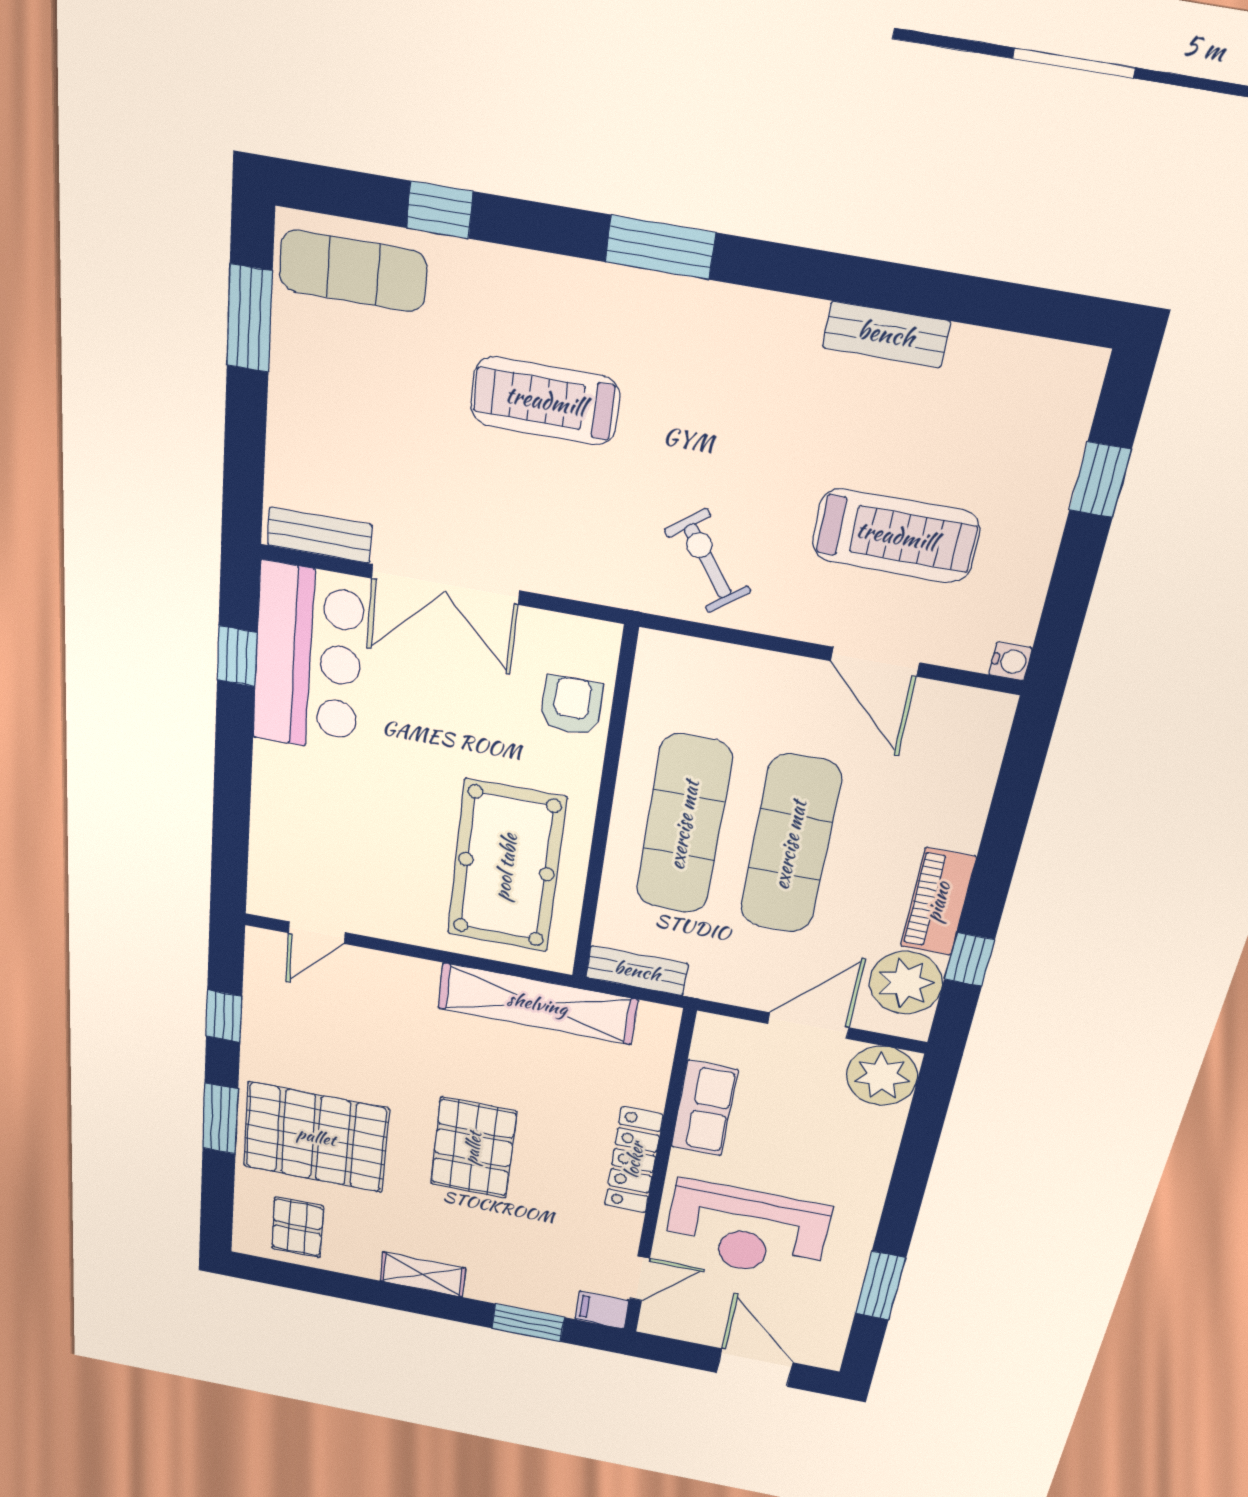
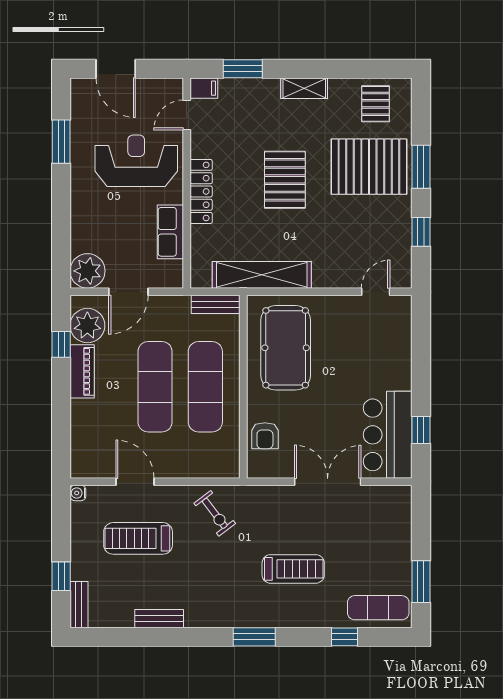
bench: (320, 535) -> (79, 605), moved, turned 90

